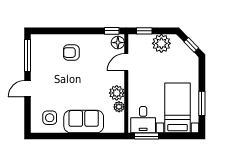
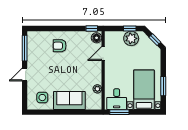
window: (144, 31) -> (130, 29), moved
plant: (117, 93) -> (96, 78), removed

